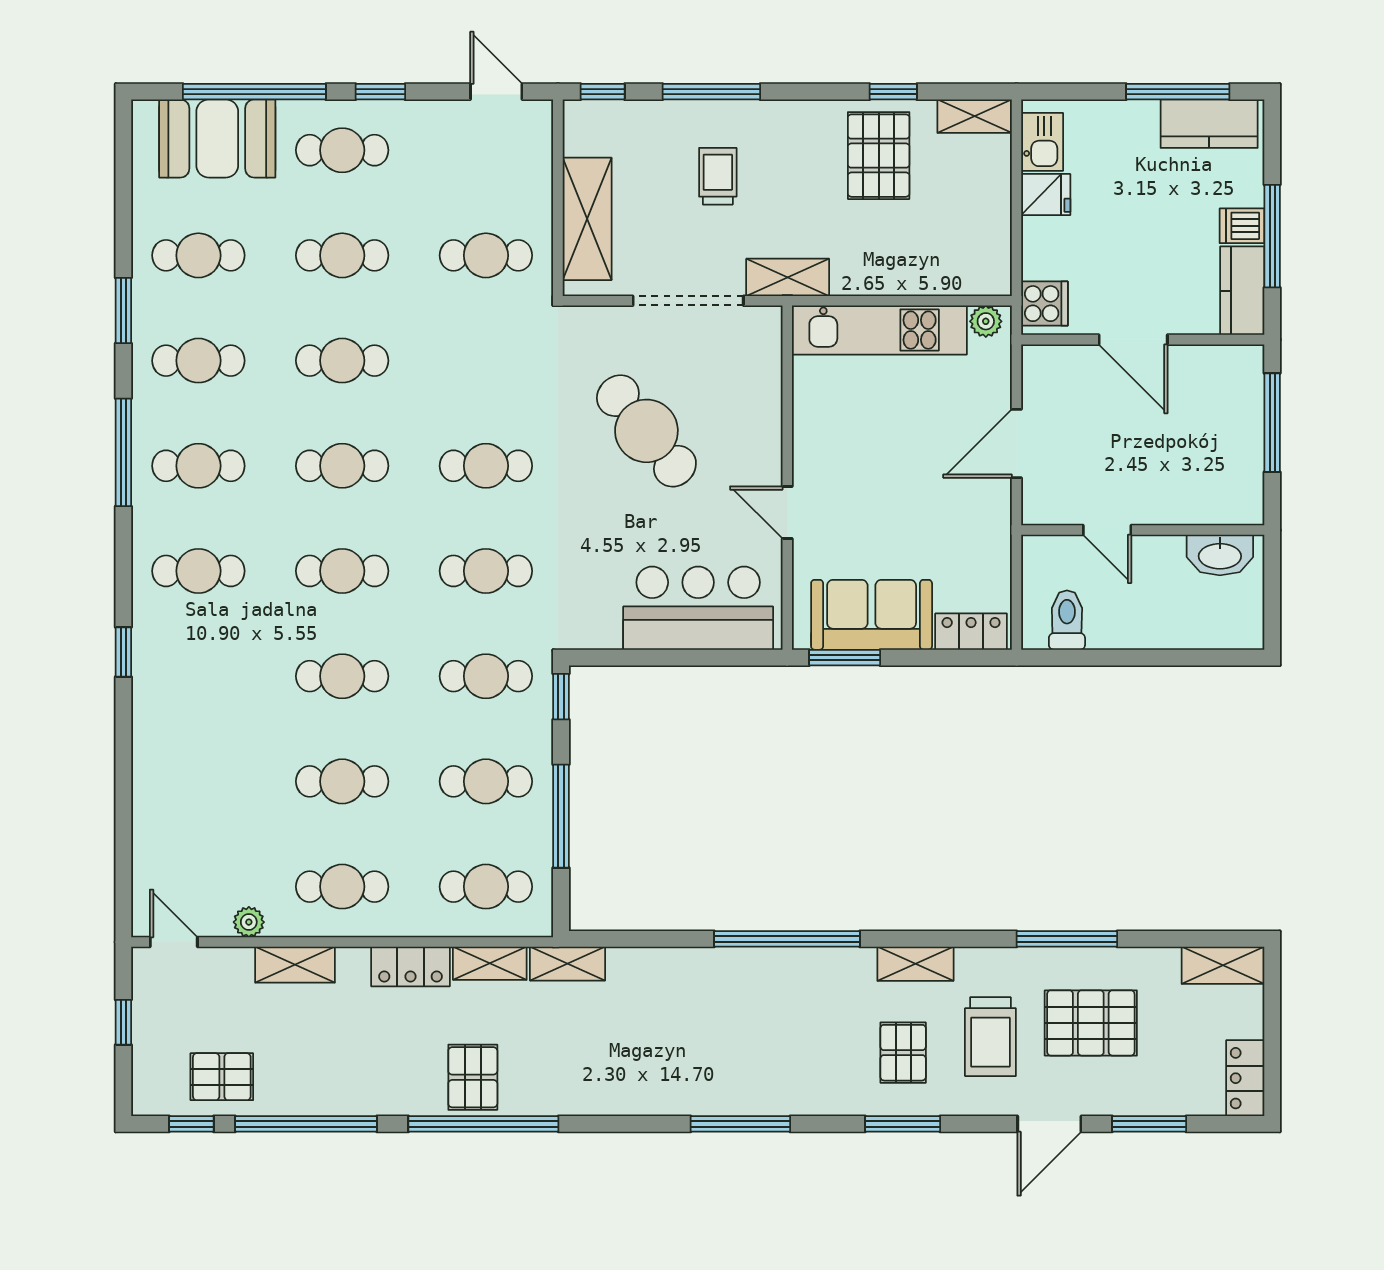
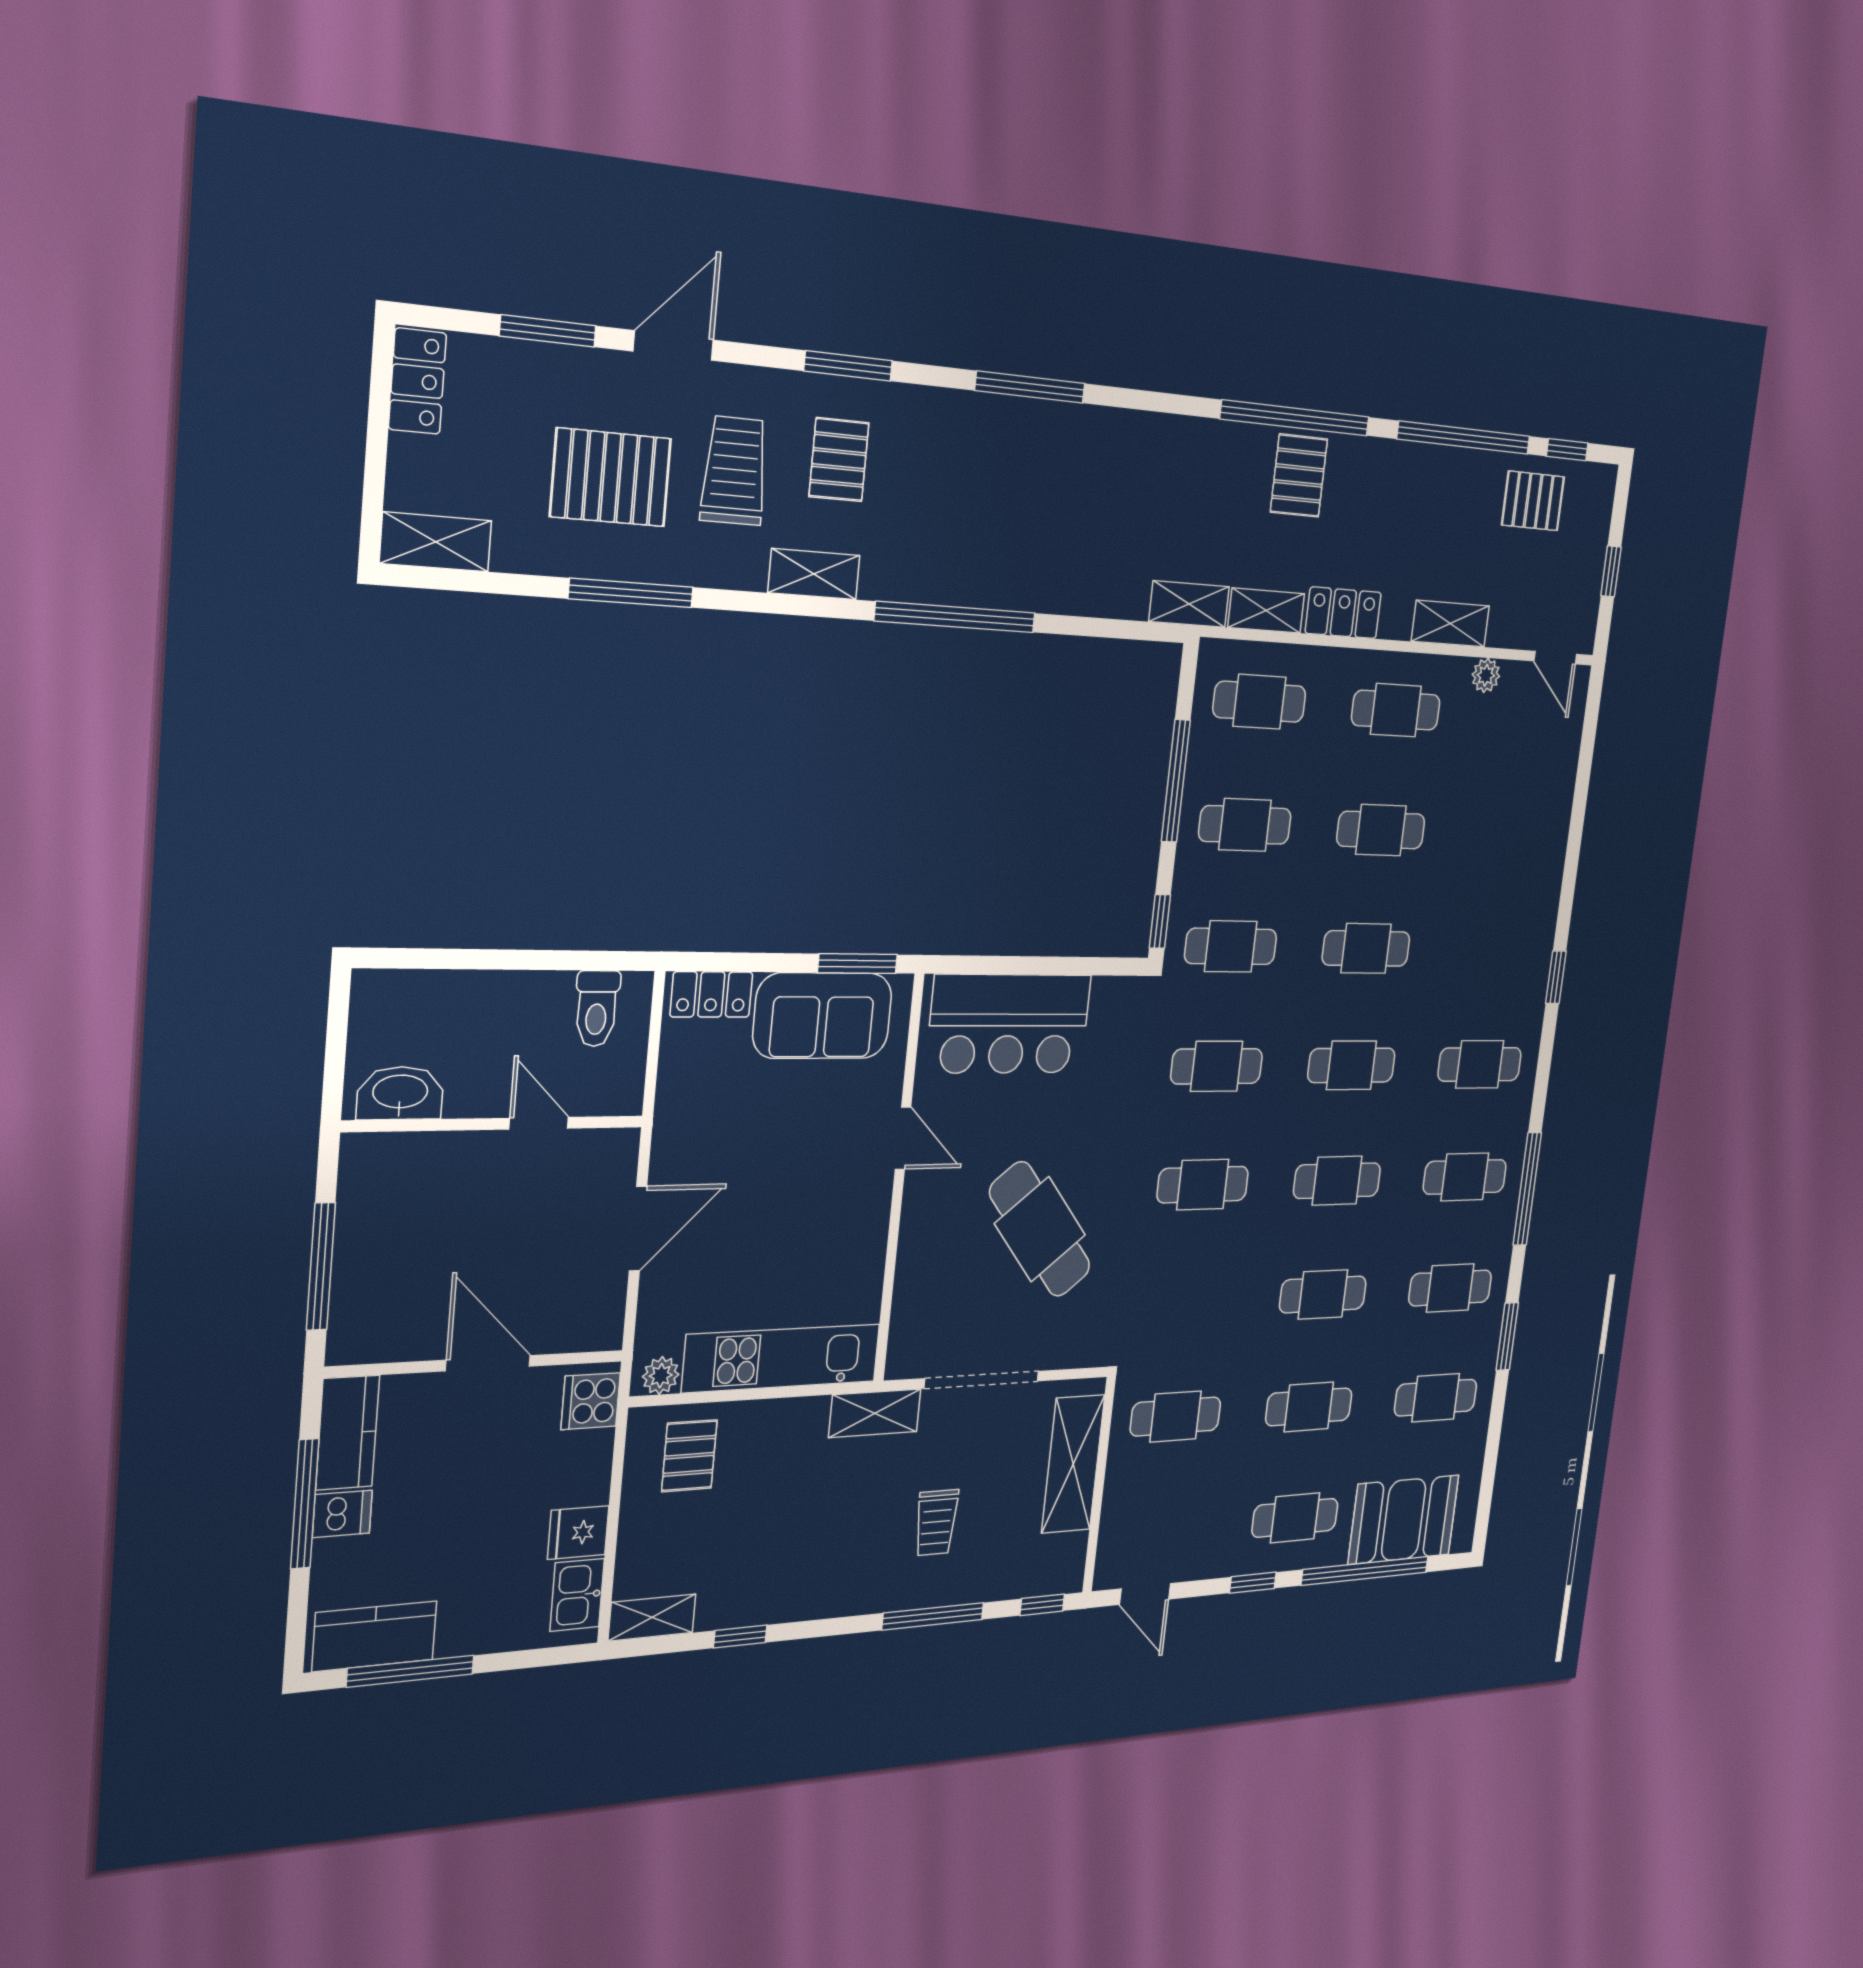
pallet: (879, 156) -> (689, 1456), moved, width x0.67, depth x0.71

